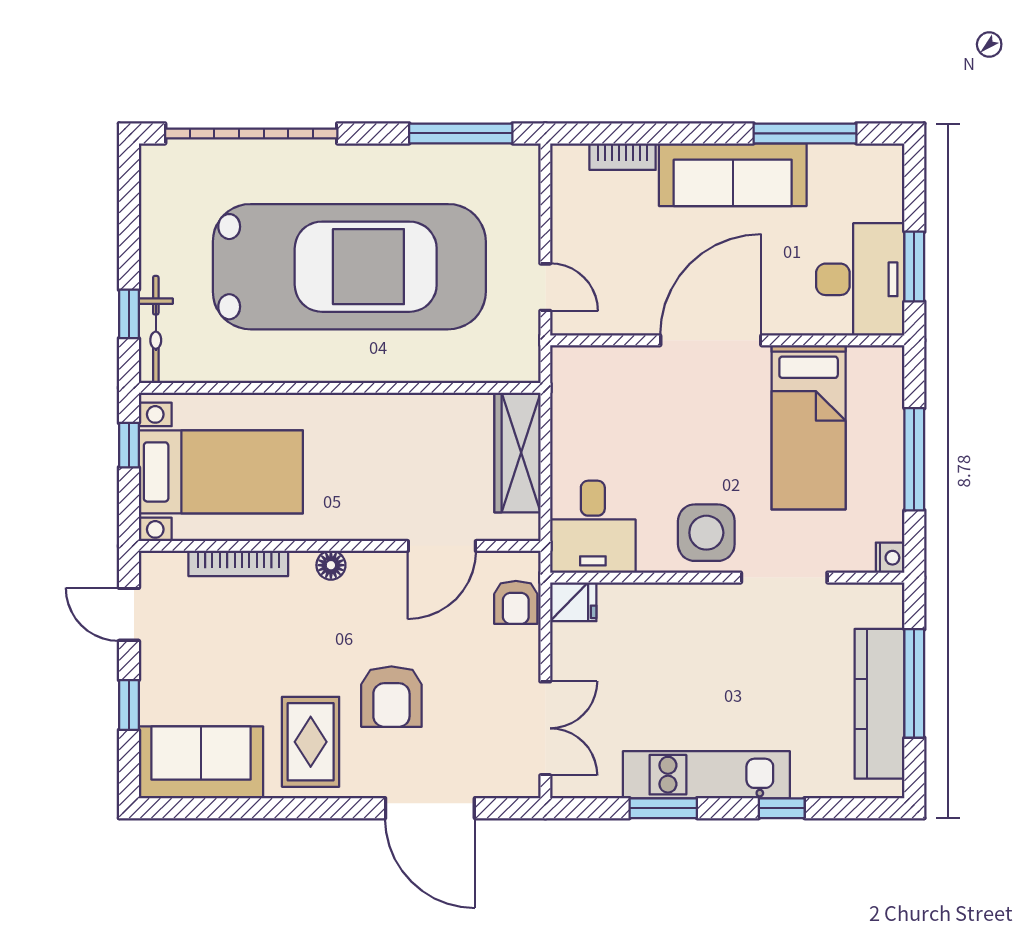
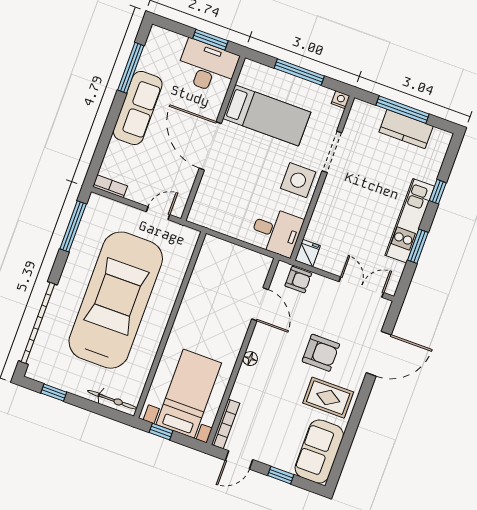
bookcase: (623, 157) -> (110, 186), moved, turned -90
window: (129, 314) -> (54, 393), moved
wardrobe: (517, 452) -> (229, 254), removed
bookcase: (238, 563) -> (226, 424), moved
kitchen counter: (879, 704) -> (406, 129), width x0.67

